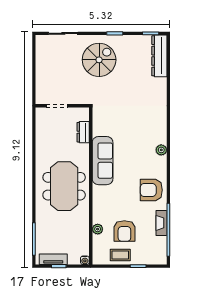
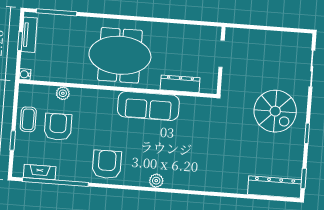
dresser: (83, 132) -> (180, 84), width x1.44
fireplace: (161, 223) -> (40, 172), moved
armchair: (124, 231) -> (58, 127), turned 90

